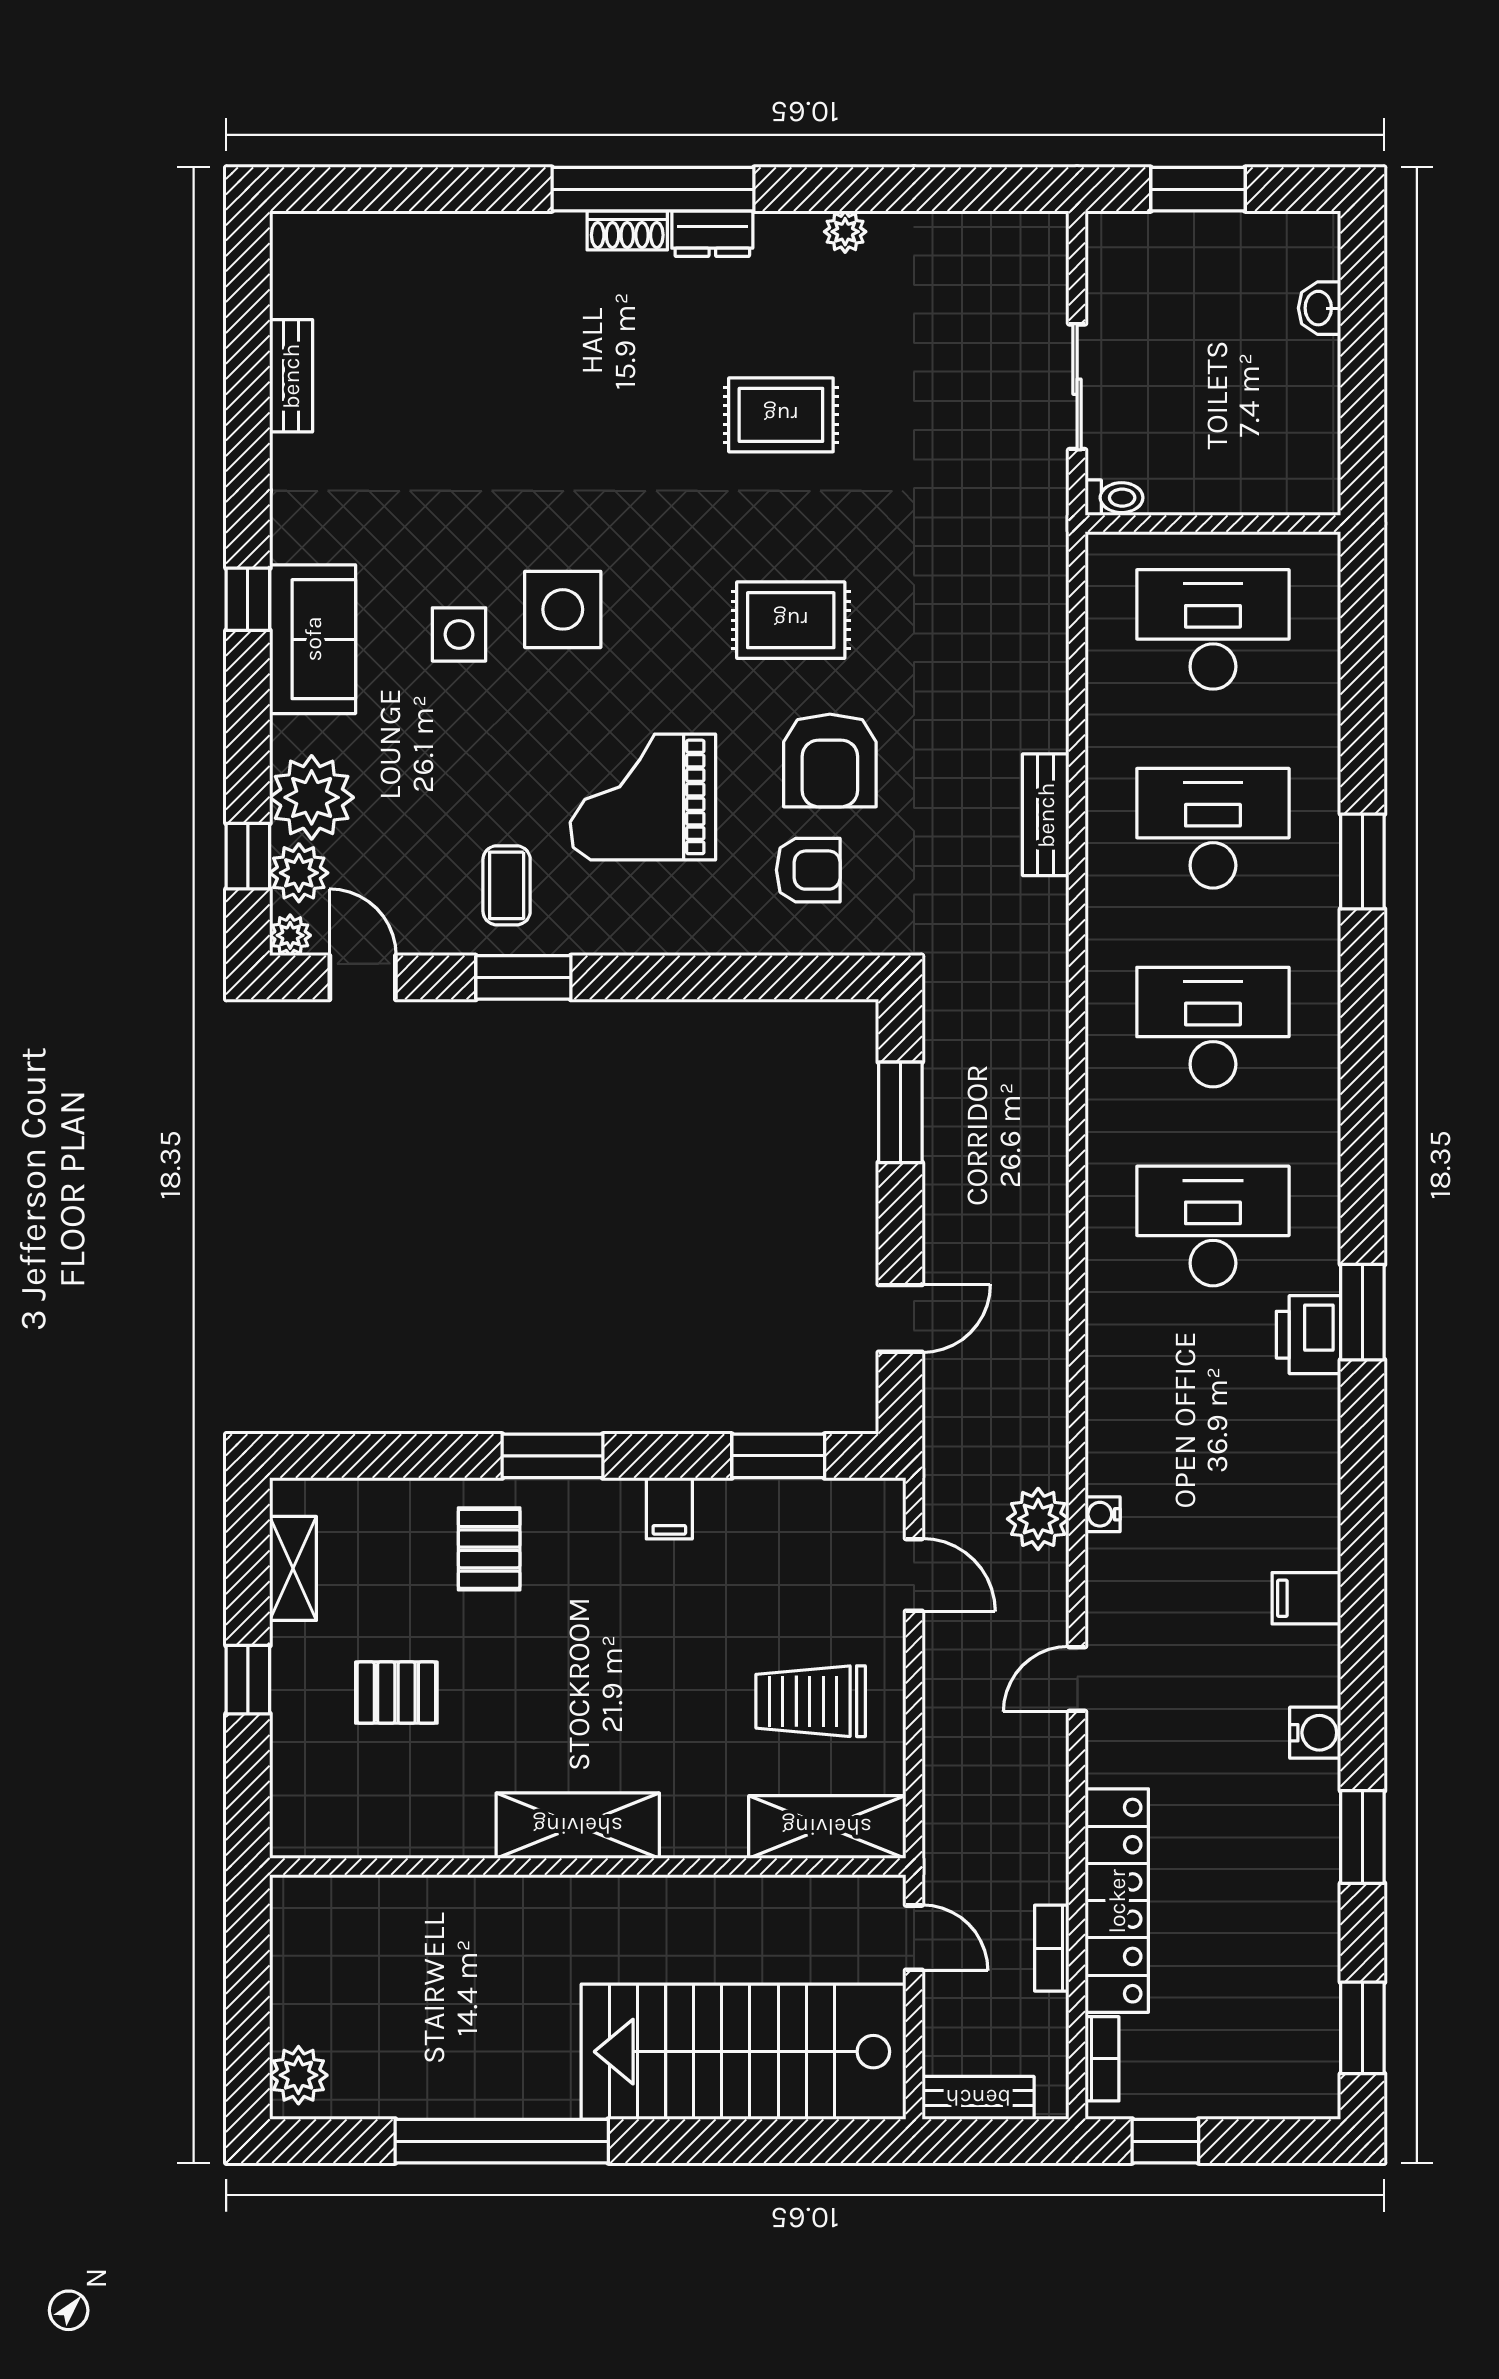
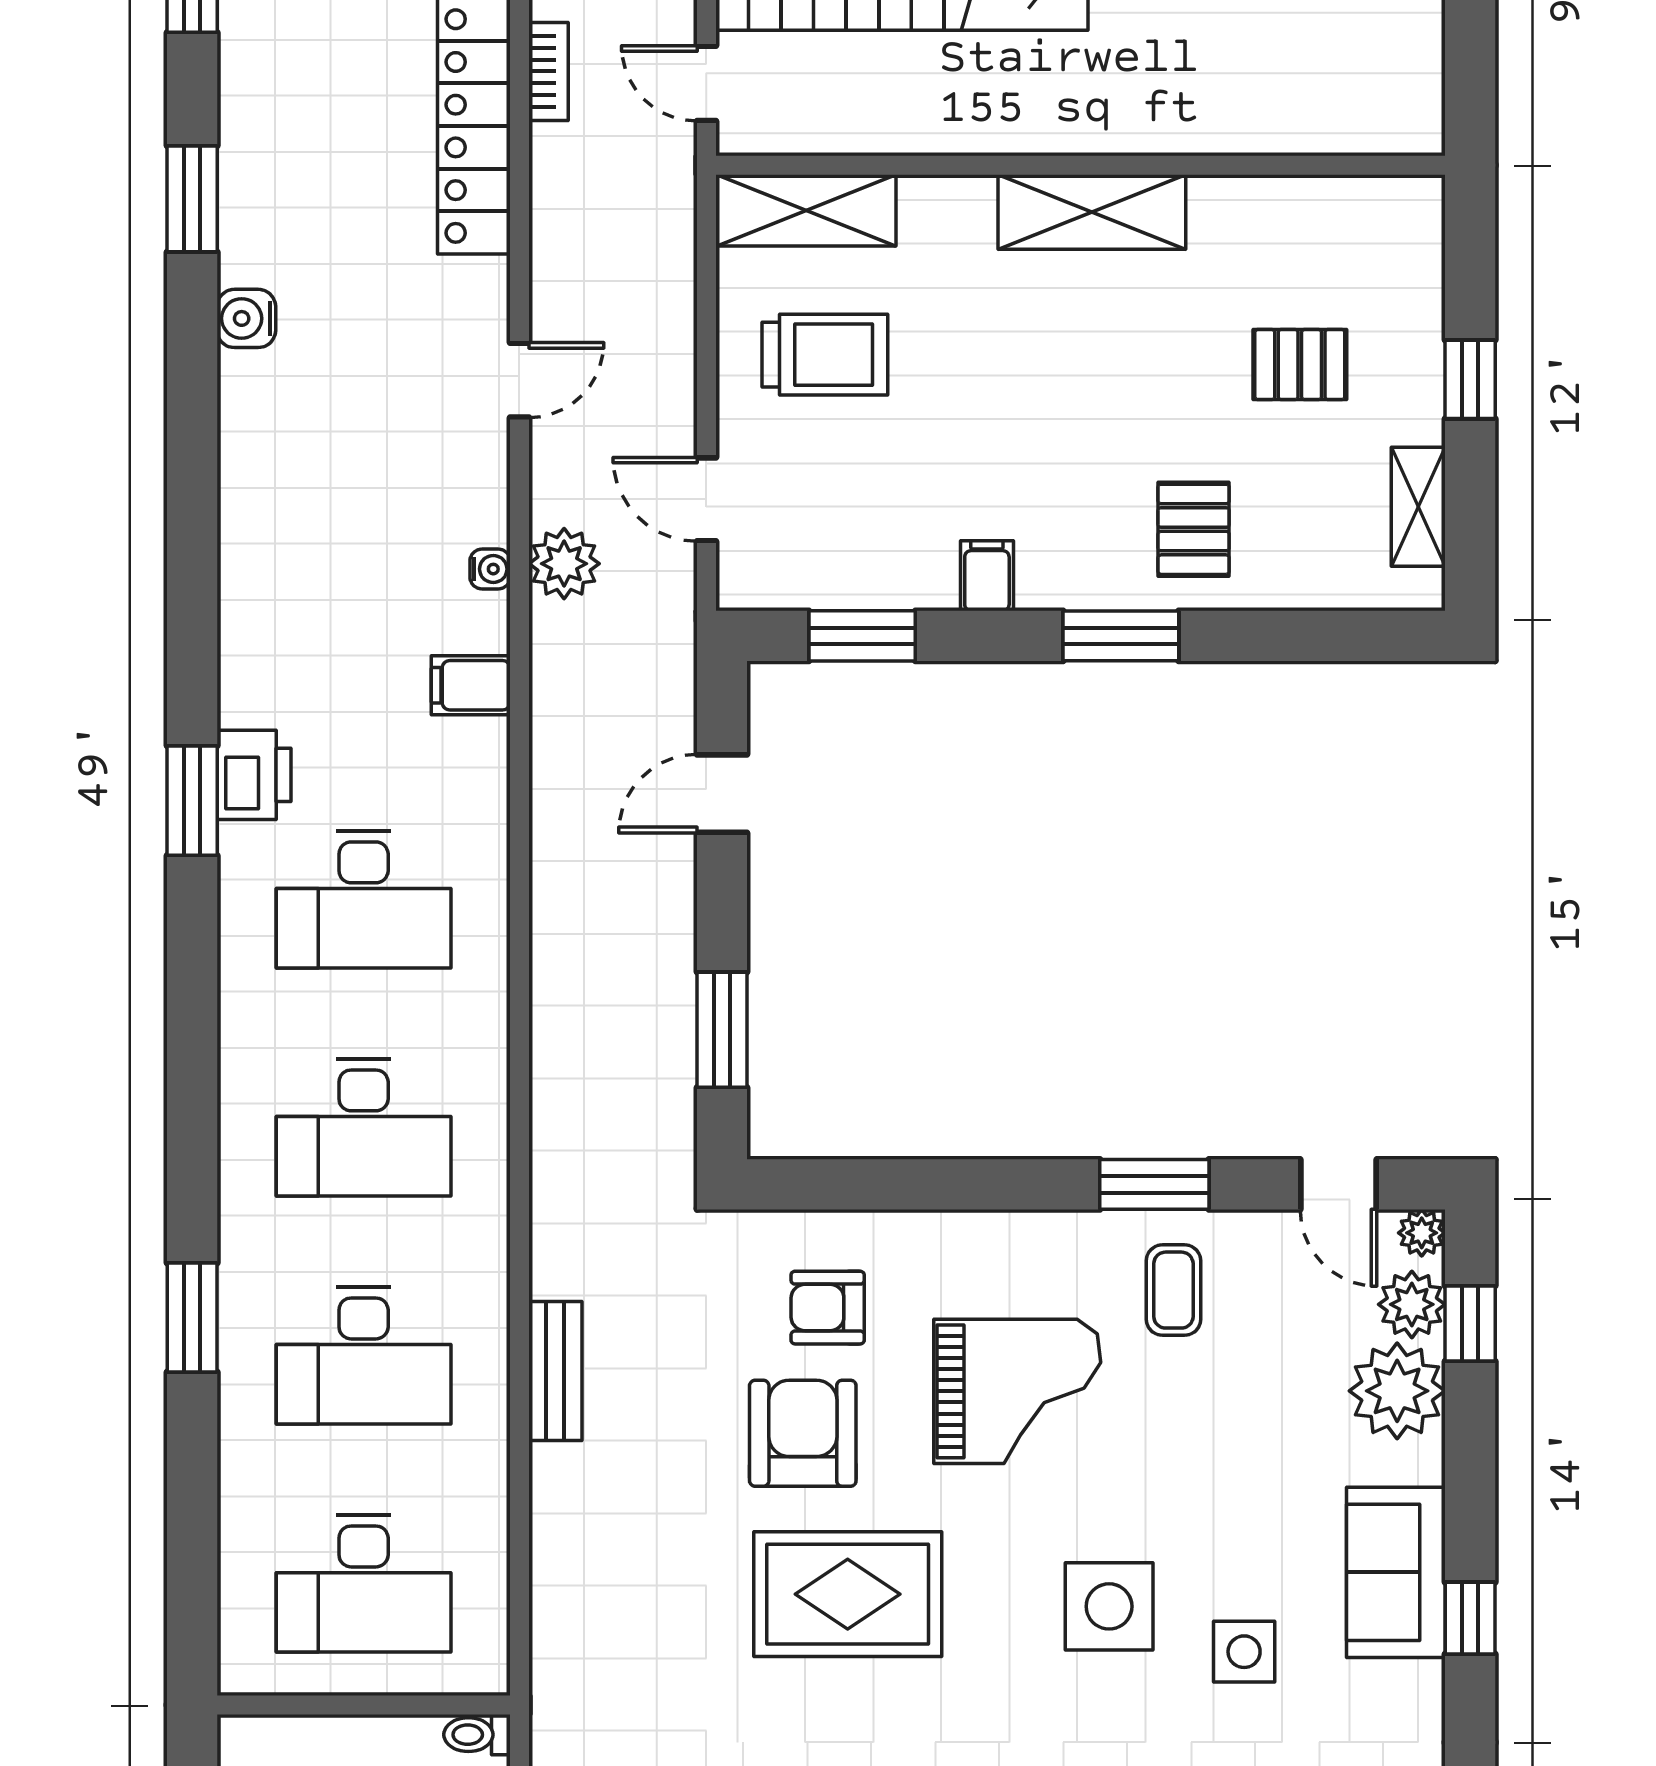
rug: (791, 620) -> (848, 1594), width x1.36, depth x1.43
side table: (459, 634) -> (1244, 1652), moved
filing cabinet: (1306, 1598) -> (471, 685), moved, turned 180

